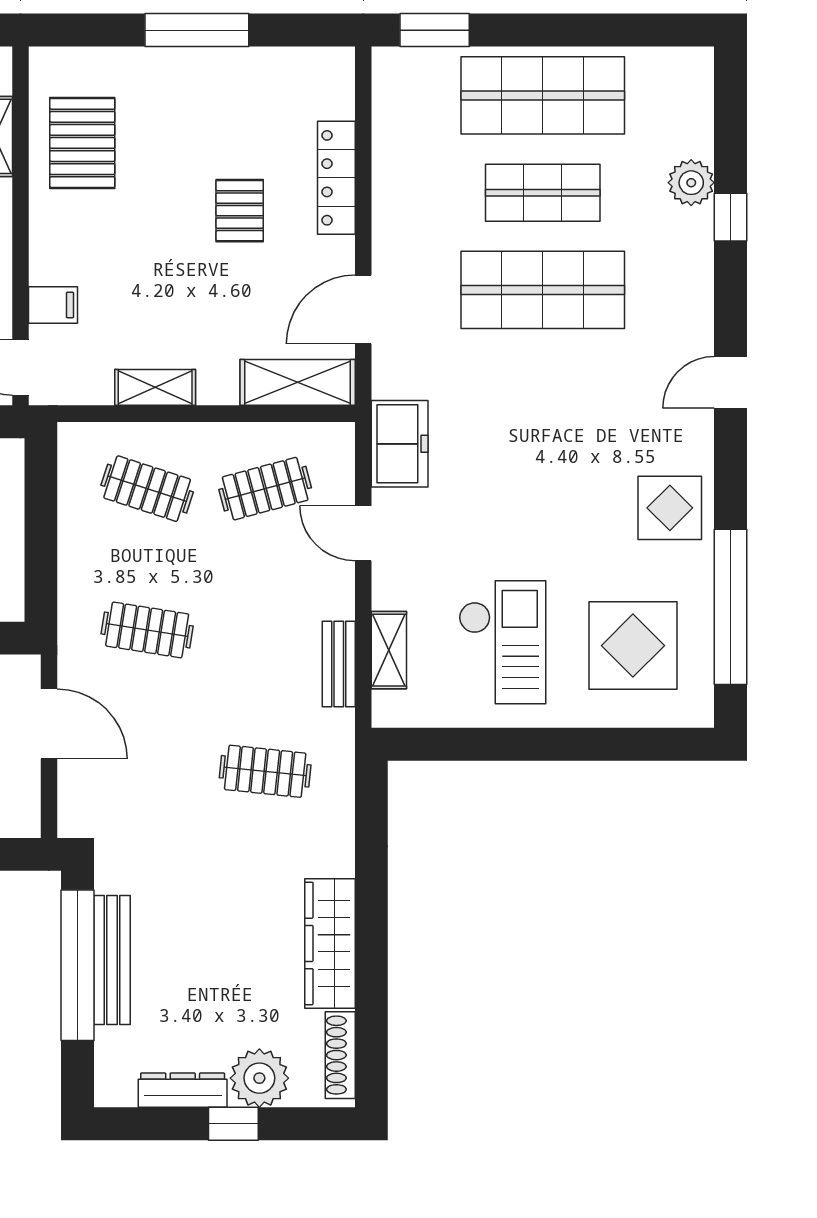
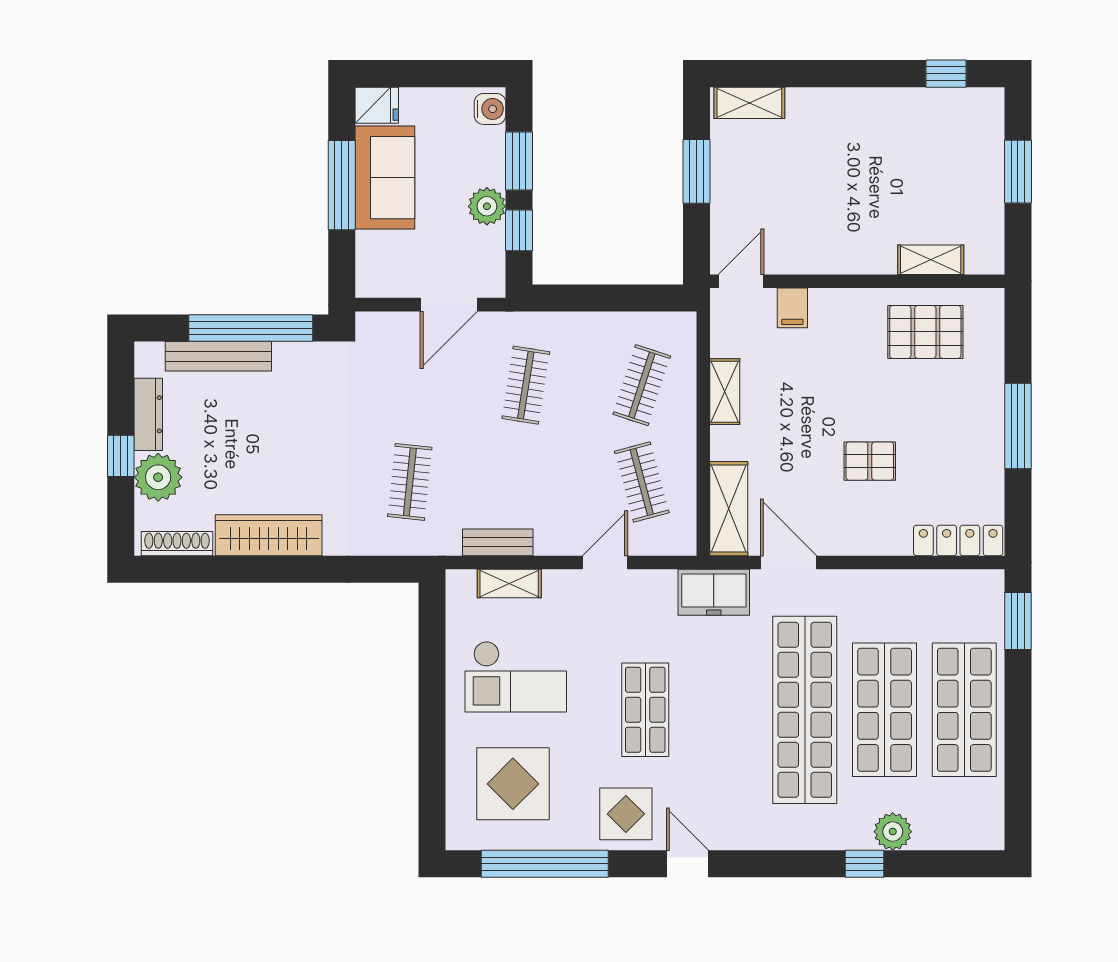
locker: (336, 178) -> (958, 540), moved
shop shelf: (543, 193) -> (885, 710), width x1.43, depth x1.36
shop shelf: (543, 290) -> (805, 710), width x1.40
door: (731, 382) -> (687, 864), moved
freezer: (400, 444) -> (714, 592), moved
shop shelf: (543, 484) -> (645, 710), added
bench: (112, 960) -> (218, 356), moved

